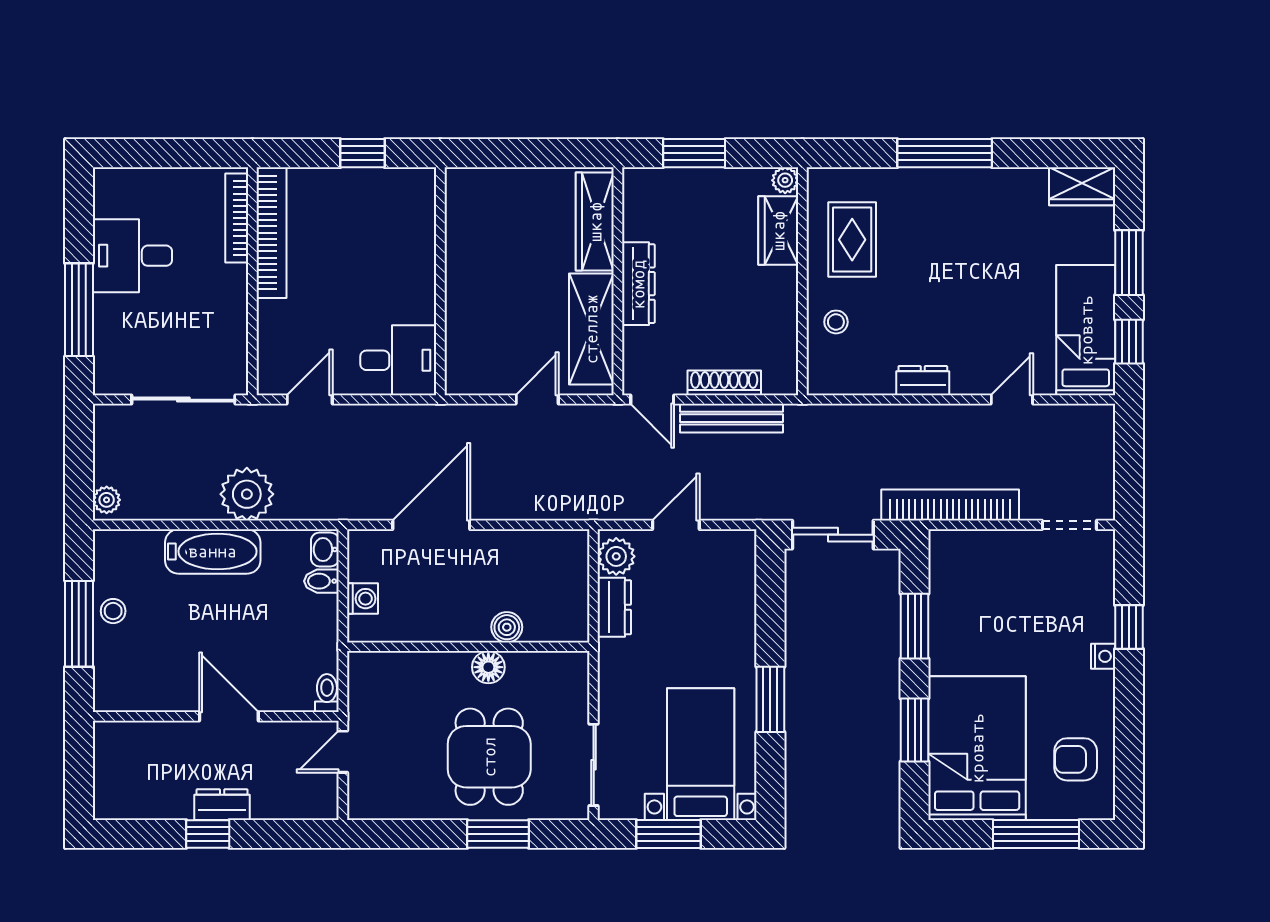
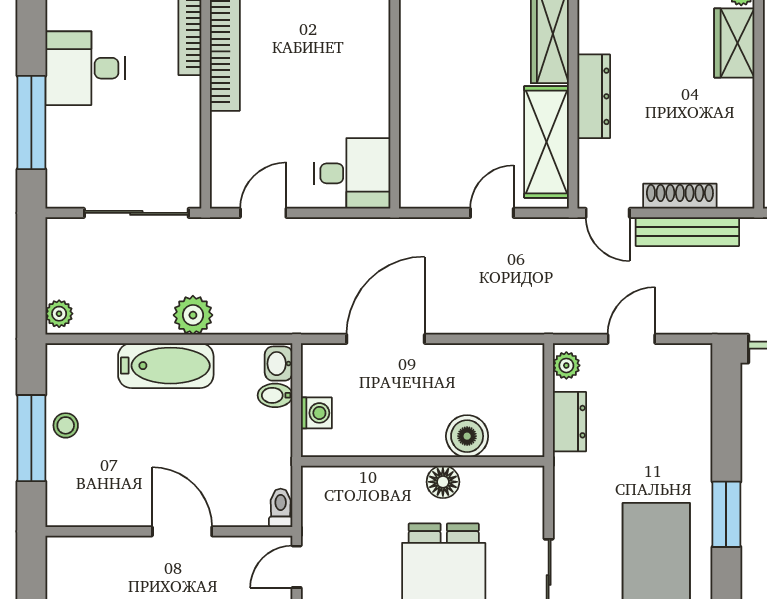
plant: (247, 494) -> (193, 315), width x0.73, depth x0.73
plant: (616, 556) -> (566, 365), width x0.73, depth x0.73
boiler: (507, 627) -> (467, 436), width x1.36, depth x1.36

